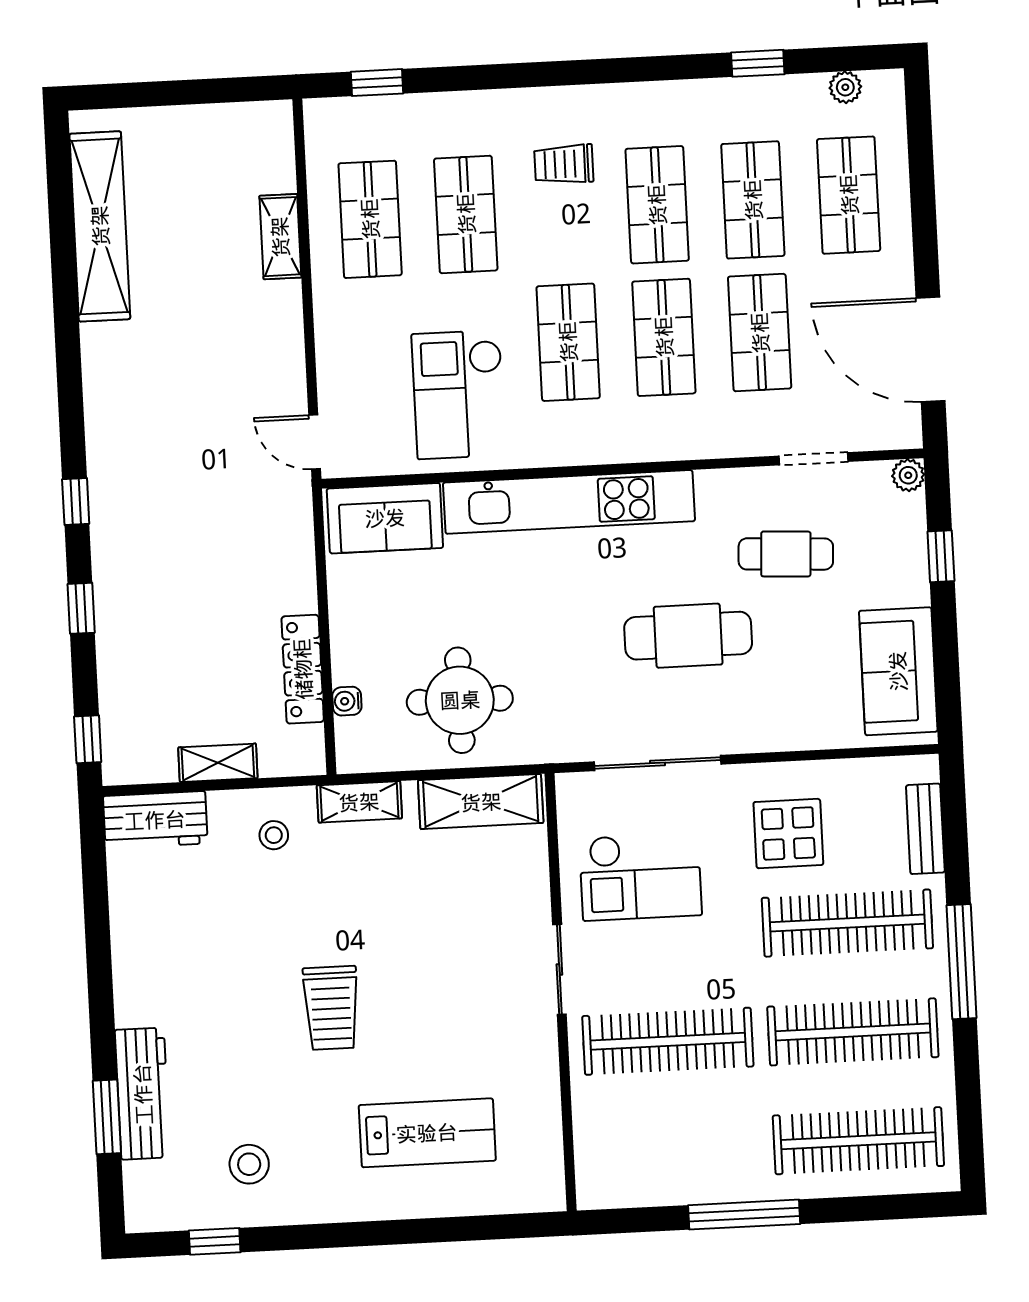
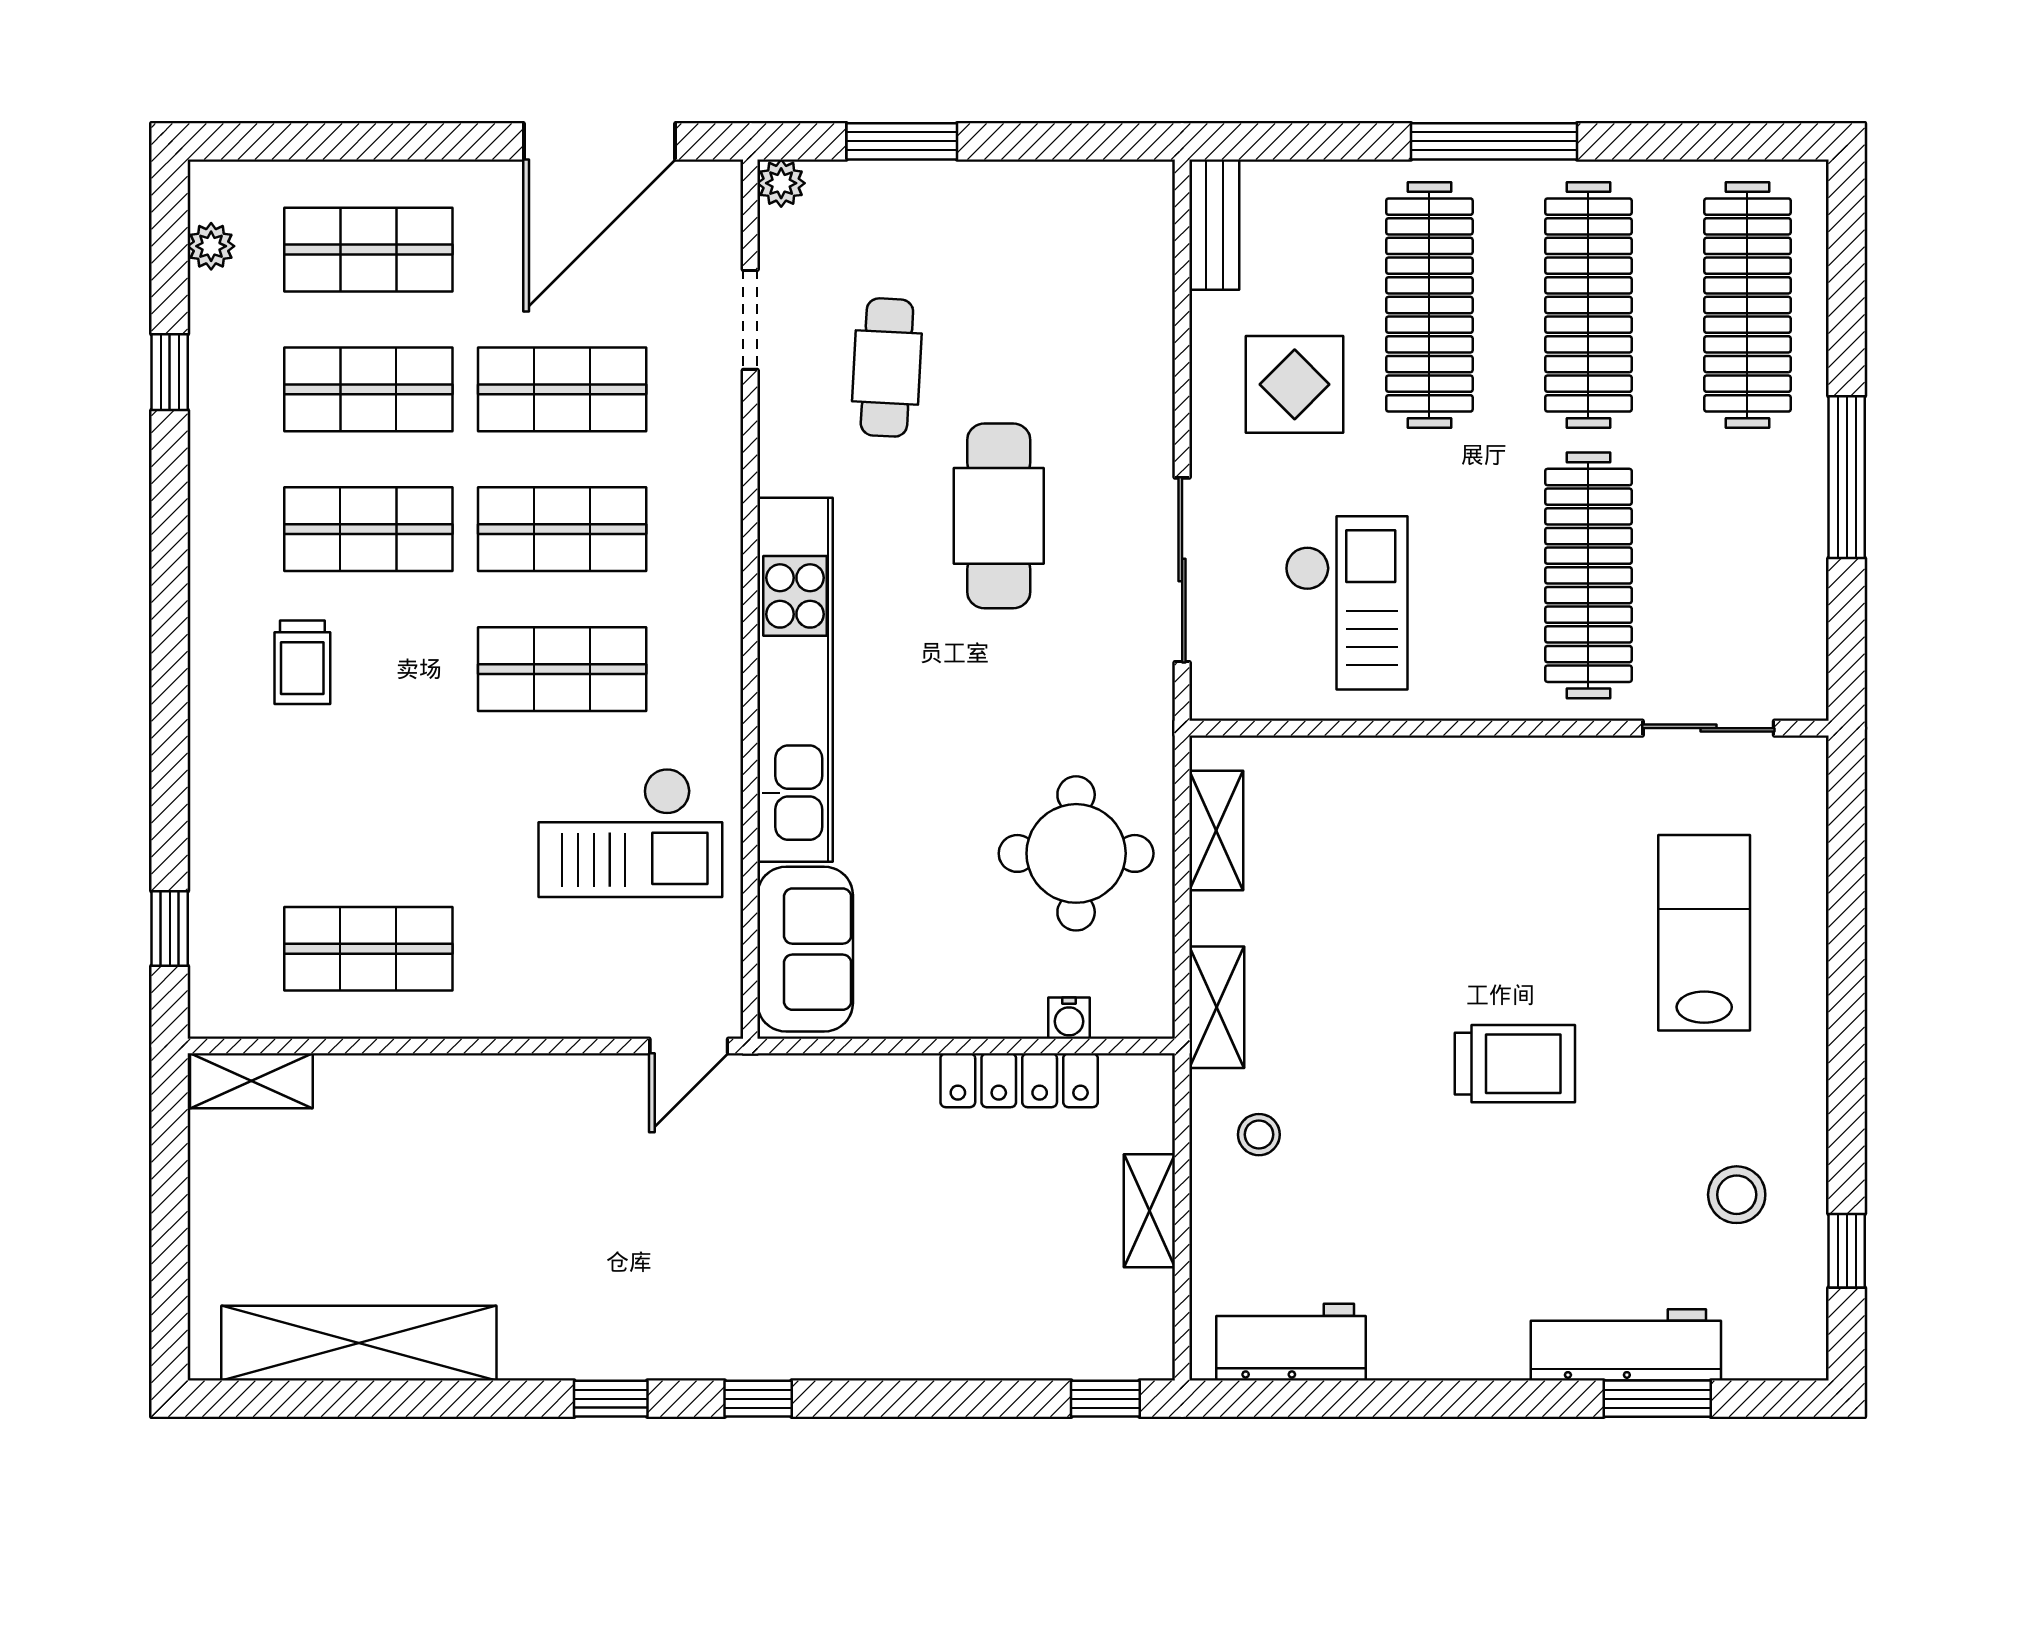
shop shelf: (466, 214) -> (368, 809), removed
shelving: (280, 237) -> (251, 1081), moved
window: (941, 556) -> (902, 141), width x1.50
window: (81, 608) -> (611, 1399), moved
sofa: (898, 671) -> (1066, 212), removed
shelving: (481, 802) -> (1216, 831), width x0.67, depth x0.75
workbench: (155, 820) -> (1291, 1342), moved, turned -90
bench: (925, 829) -> (1214, 225), moved, turned 90
sliding door: (559, 969) -> (1708, 728), moved

